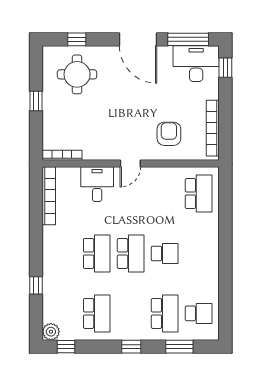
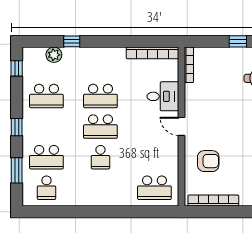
plant: (51, 332) -> (54, 55), moved

